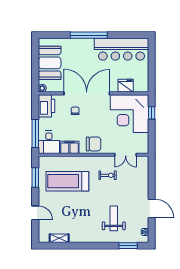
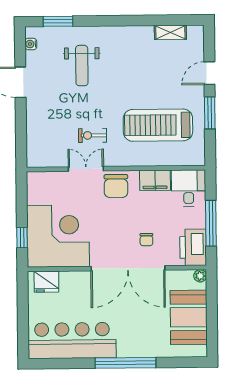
fridge: (126, 86) -> (46, 282), moved
window: (35, 134) -> (211, 223), moved
chair: (94, 144) -> (116, 186), turned -90
double door: (126, 155) -> (86, 169), moved
window: (35, 178) -> (210, 113), moved
treadmill: (67, 181) -> (158, 125), turned 180
door: (35, 213) -> (209, 73), hinge flipped

